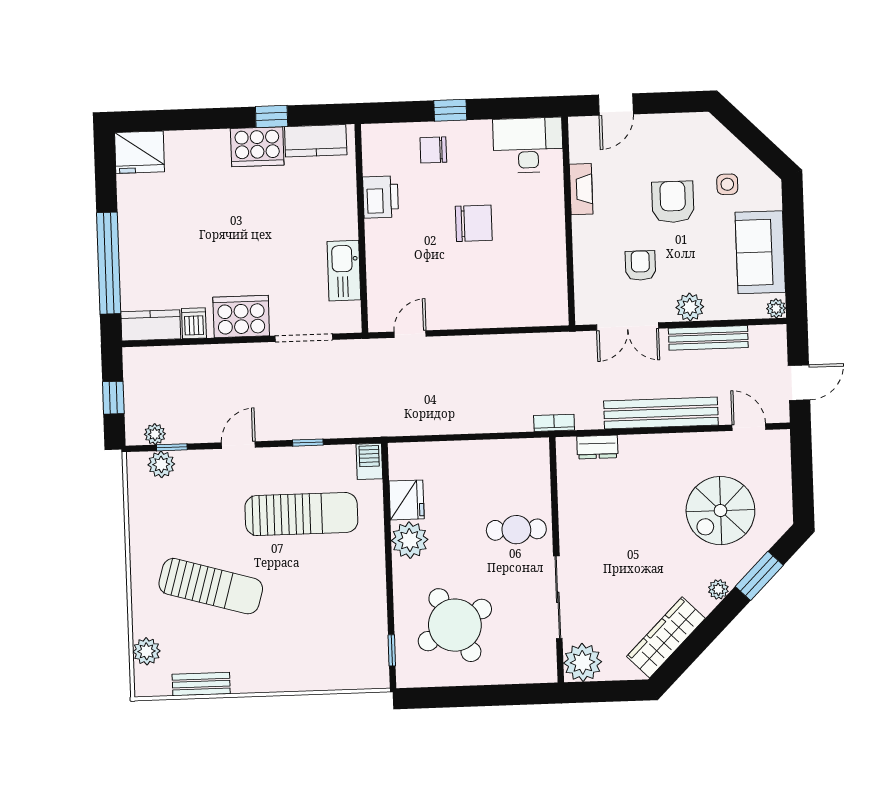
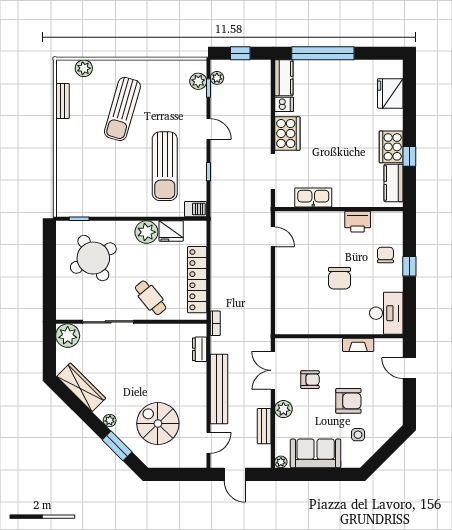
fridge: (140, 152) -> (390, 93), moved
bench: (708, 338) -> (264, 426), width x0.73
locker: (484, 455) -> (197, 280), added
cafe table: (516, 530) -> (151, 298), turned -39

